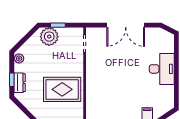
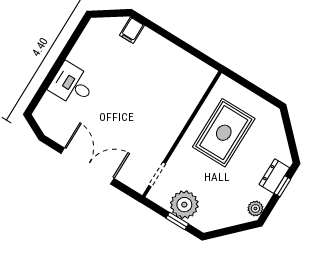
plant: (49, 37) -> (184, 205), moved
desk: (162, 69) -> (72, 85), width x0.73
rug: (62, 89) -> (224, 133), turned 90

